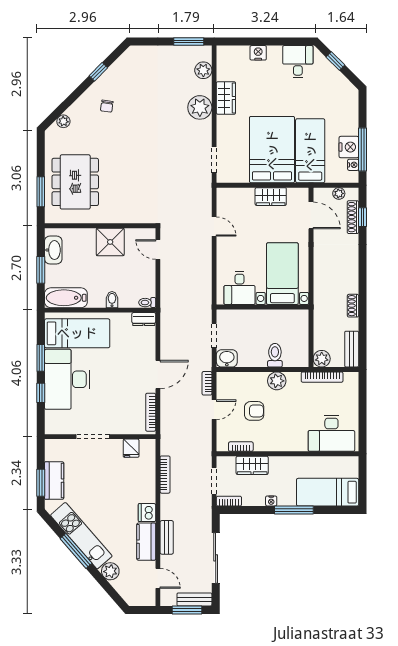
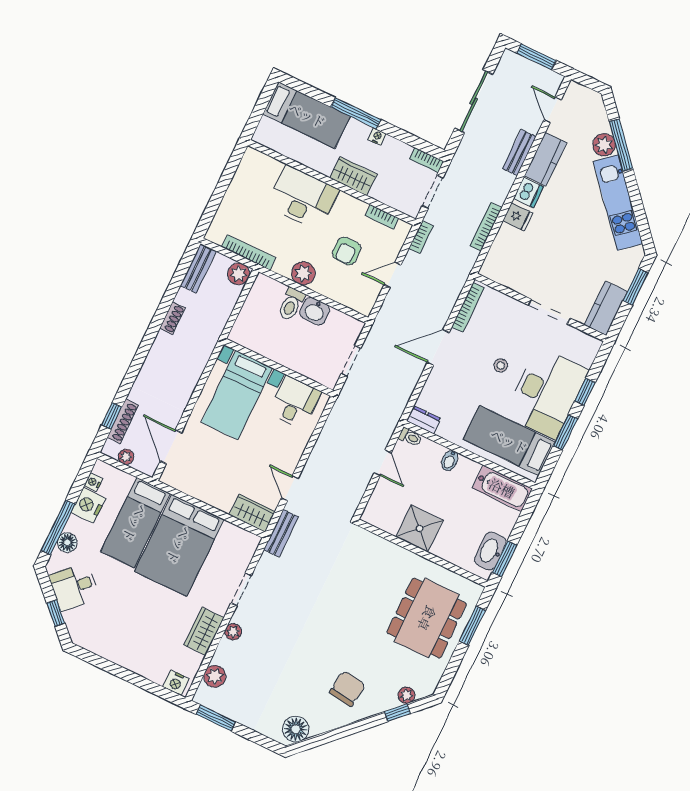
nightstand: (258, 53) -> (176, 683), moved
floor lamp: (129, 61) -> (296, 729), added
desk: (298, 62) -> (74, 587), moved, turned 45
window: (98, 72) -> (397, 713), moved
chair: (107, 106) -> (347, 689), width x1.87, depth x1.87
plant: (200, 107) -> (233, 632), width x0.53, depth x0.53
floor lamp: (351, 114) -> (67, 543), added
window: (362, 150) -> (58, 527), moved
doorway: (214, 160) -> (241, 589), moved
wardrobe: (271, 197) -> (252, 513), moved
door: (158, 249) -> (383, 463), moved
window: (41, 270) -> (505, 559), moved
washbasin: (227, 358) -> (315, 311), moved
stool: (108, 383) -> (501, 365), added
bookcase: (207, 383) -> (421, 237), moved
armchair: (254, 411) -> (347, 251), turned -90
desk: (331, 433) -> (303, 198), moved
fridge: (131, 448) -> (518, 217), moved, turned 90
wardrobe: (252, 465) -> (353, 176), moved
kitchen counter: (54, 481) -> (606, 308), moved
window: (76, 551) -> (621, 145), moved
bench: (194, 599) -> (281, 533), moved, turned 90

